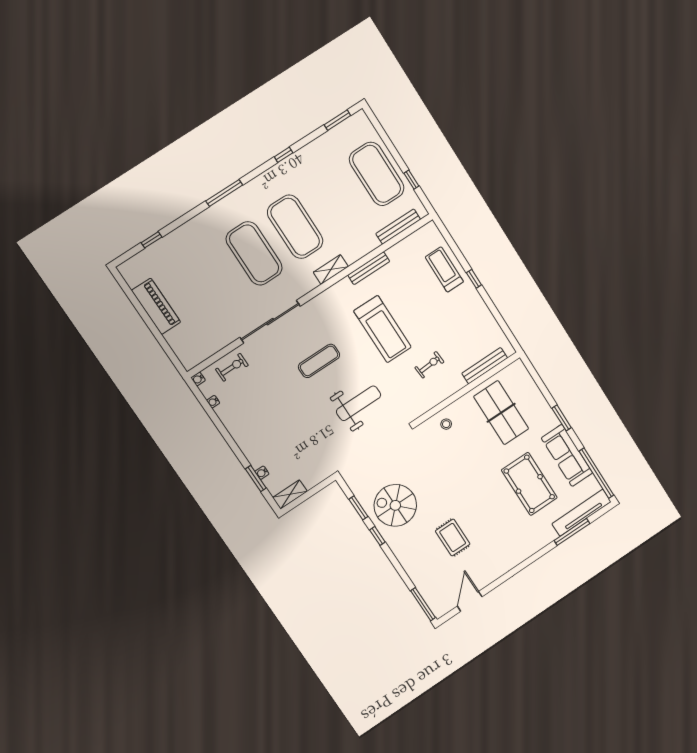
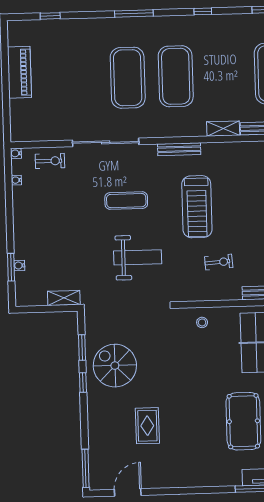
bench: (369, 268) -> (179, 149), moved
shelving: (331, 269) -> (223, 129), moved
shelving: (290, 494) -> (64, 298), moved

